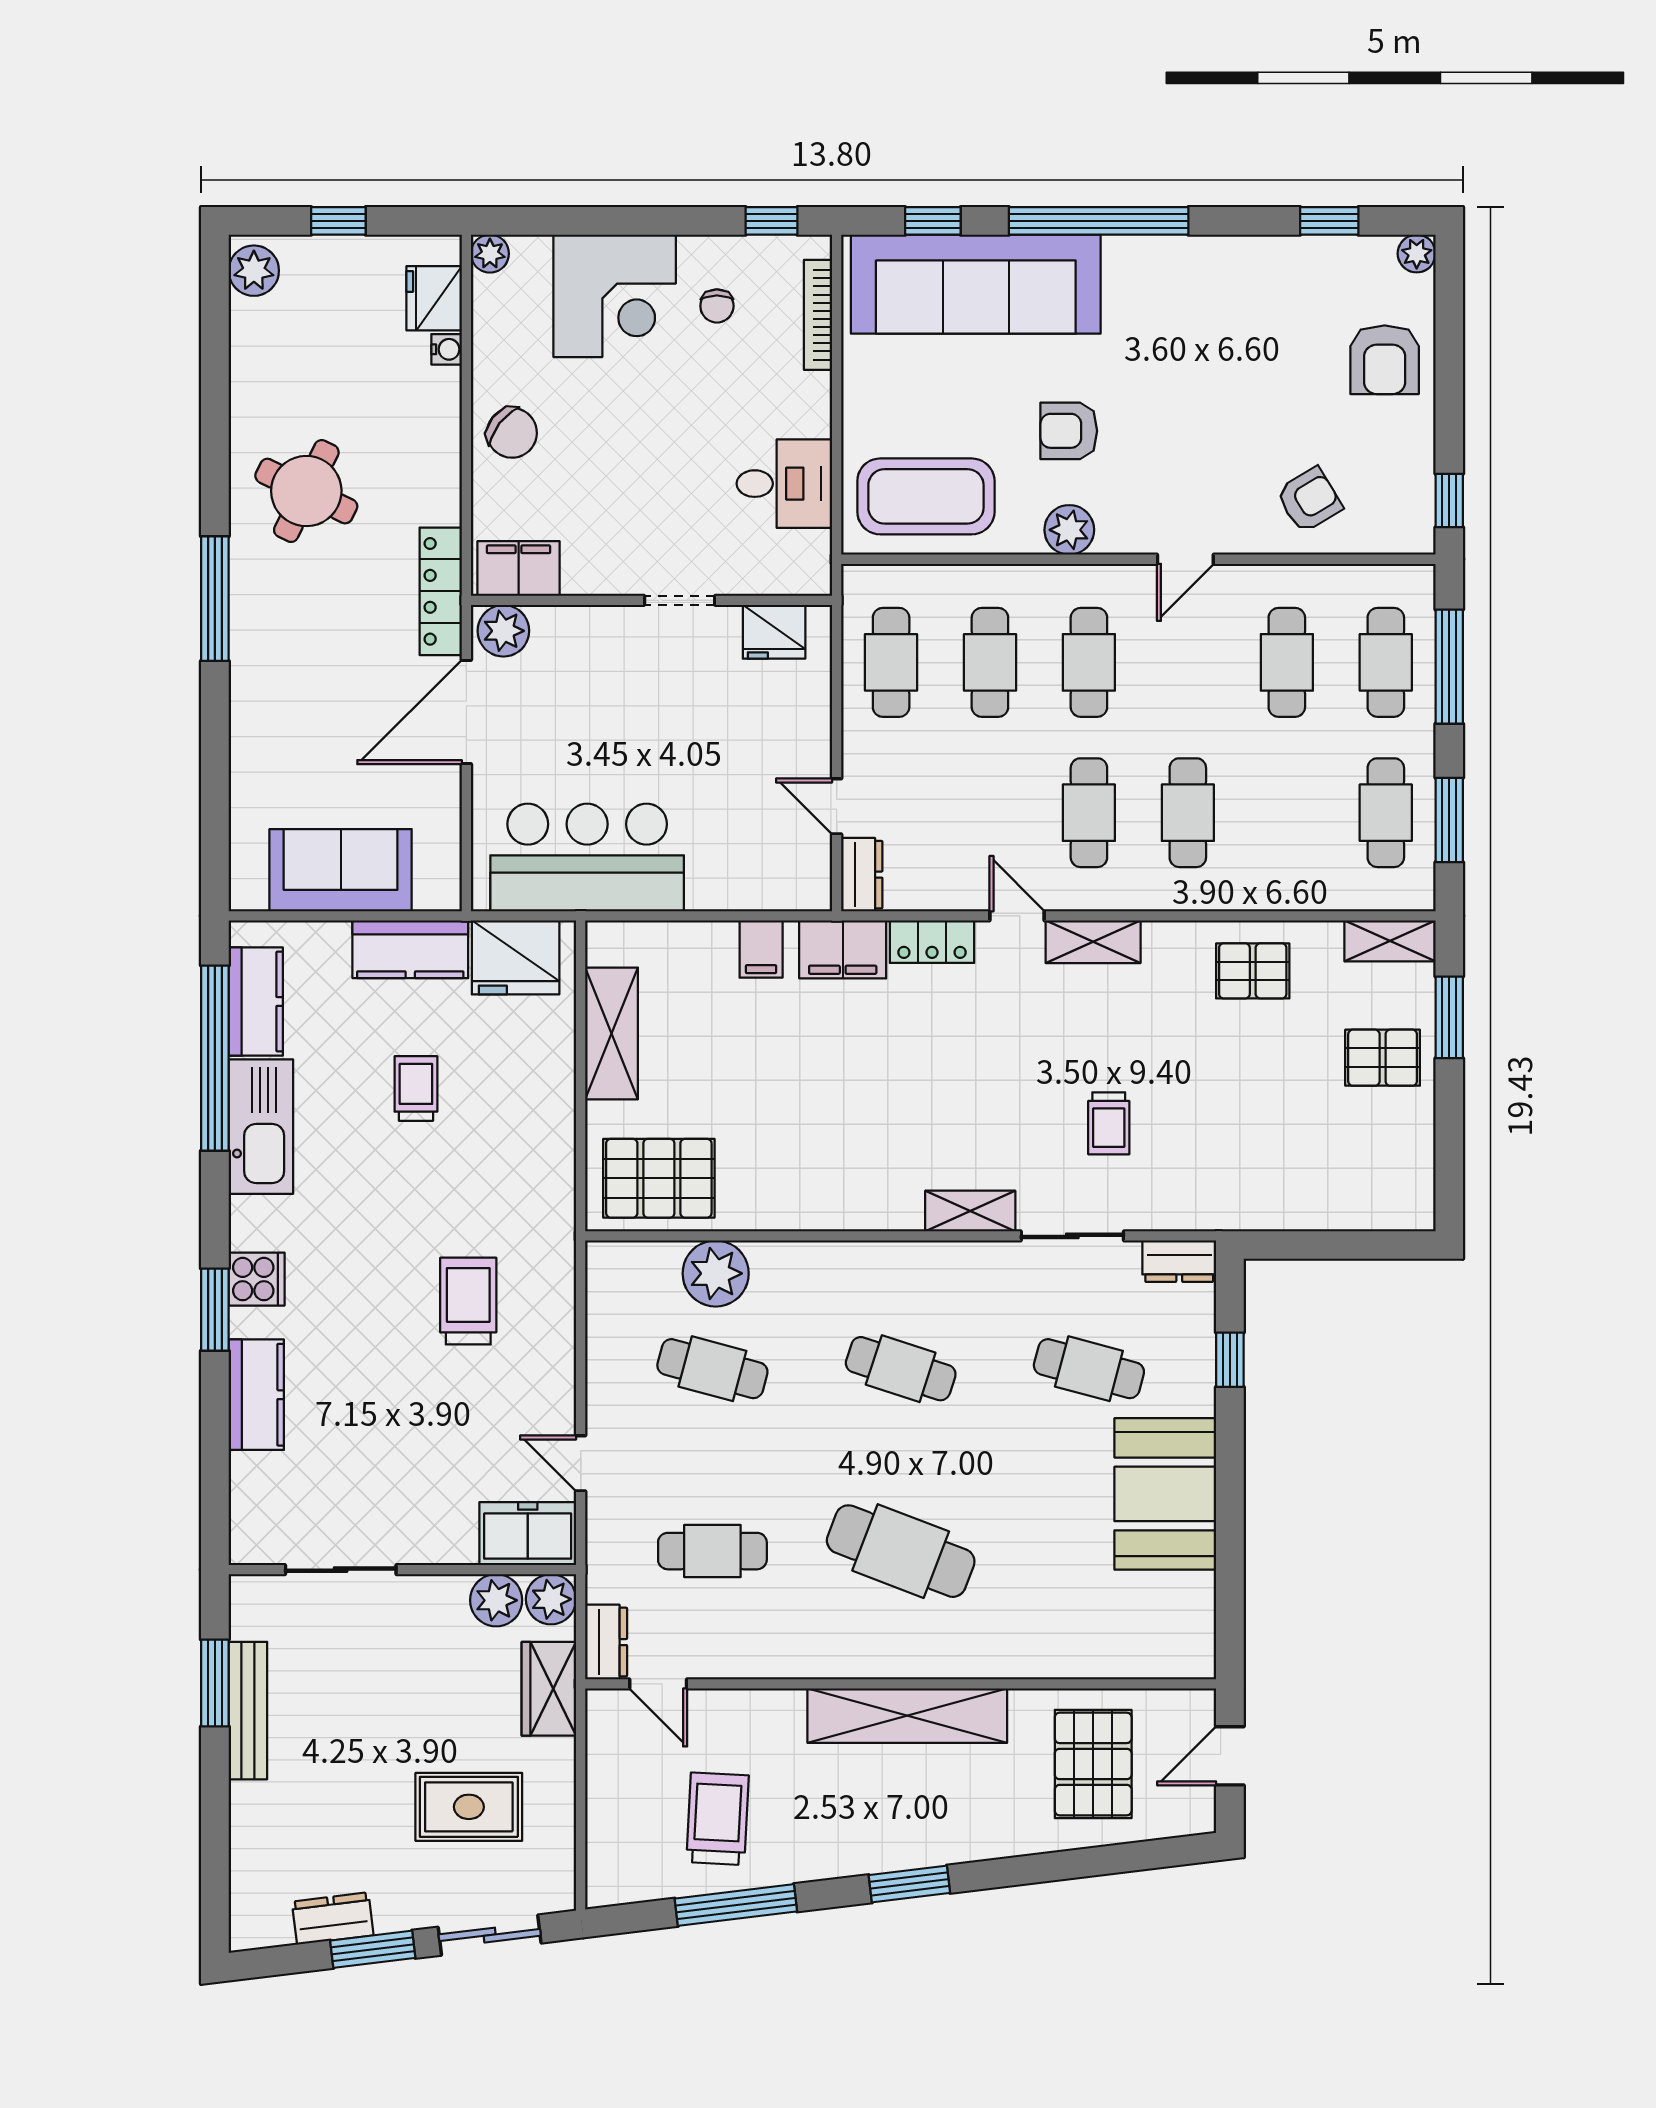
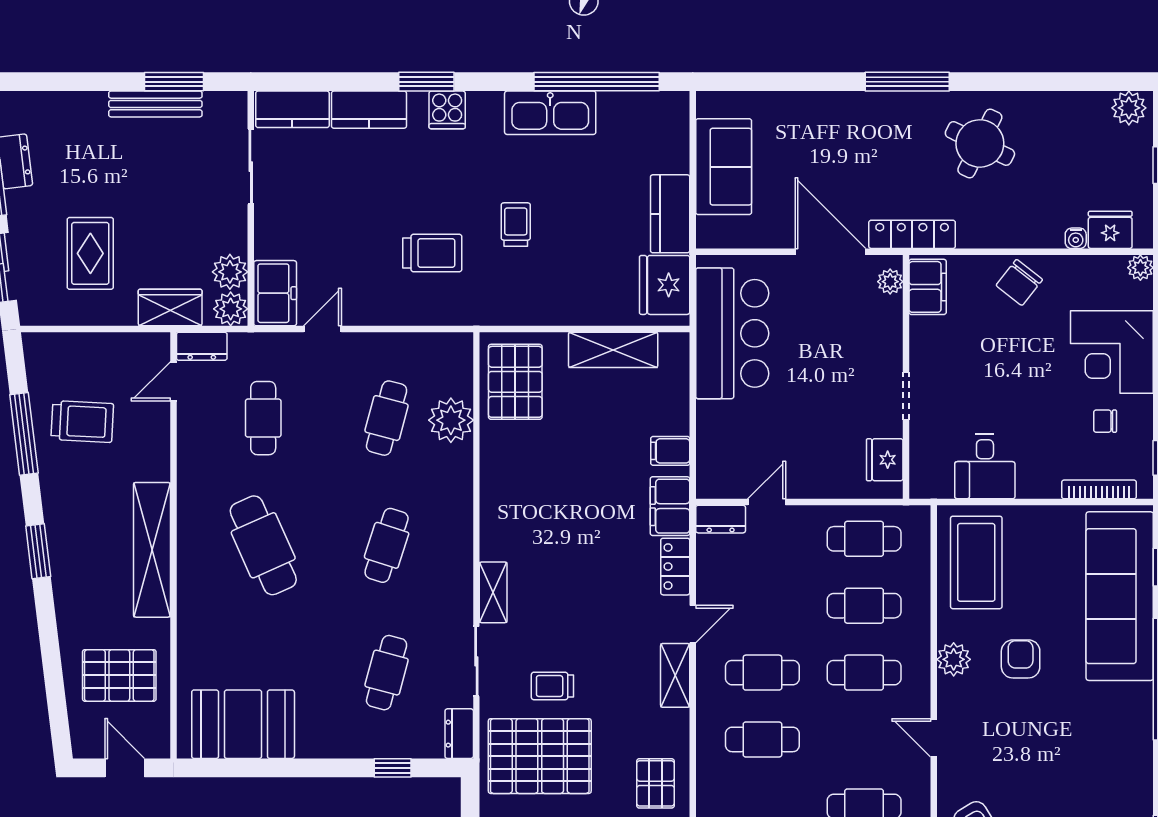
plant: (503, 631) -> (890, 282), width x0.73, depth x0.73
kitchen counter: (256, 1002) -> (292, 109), moved
trolley: (416, 1088) -> (516, 225), moved, turned -90
pallet: (1212, 1142) -> (540, 756), added
booth: (1165, 1494) -> (243, 724), moved
cafe table: (901, 1551) -> (263, 545), turned -45

